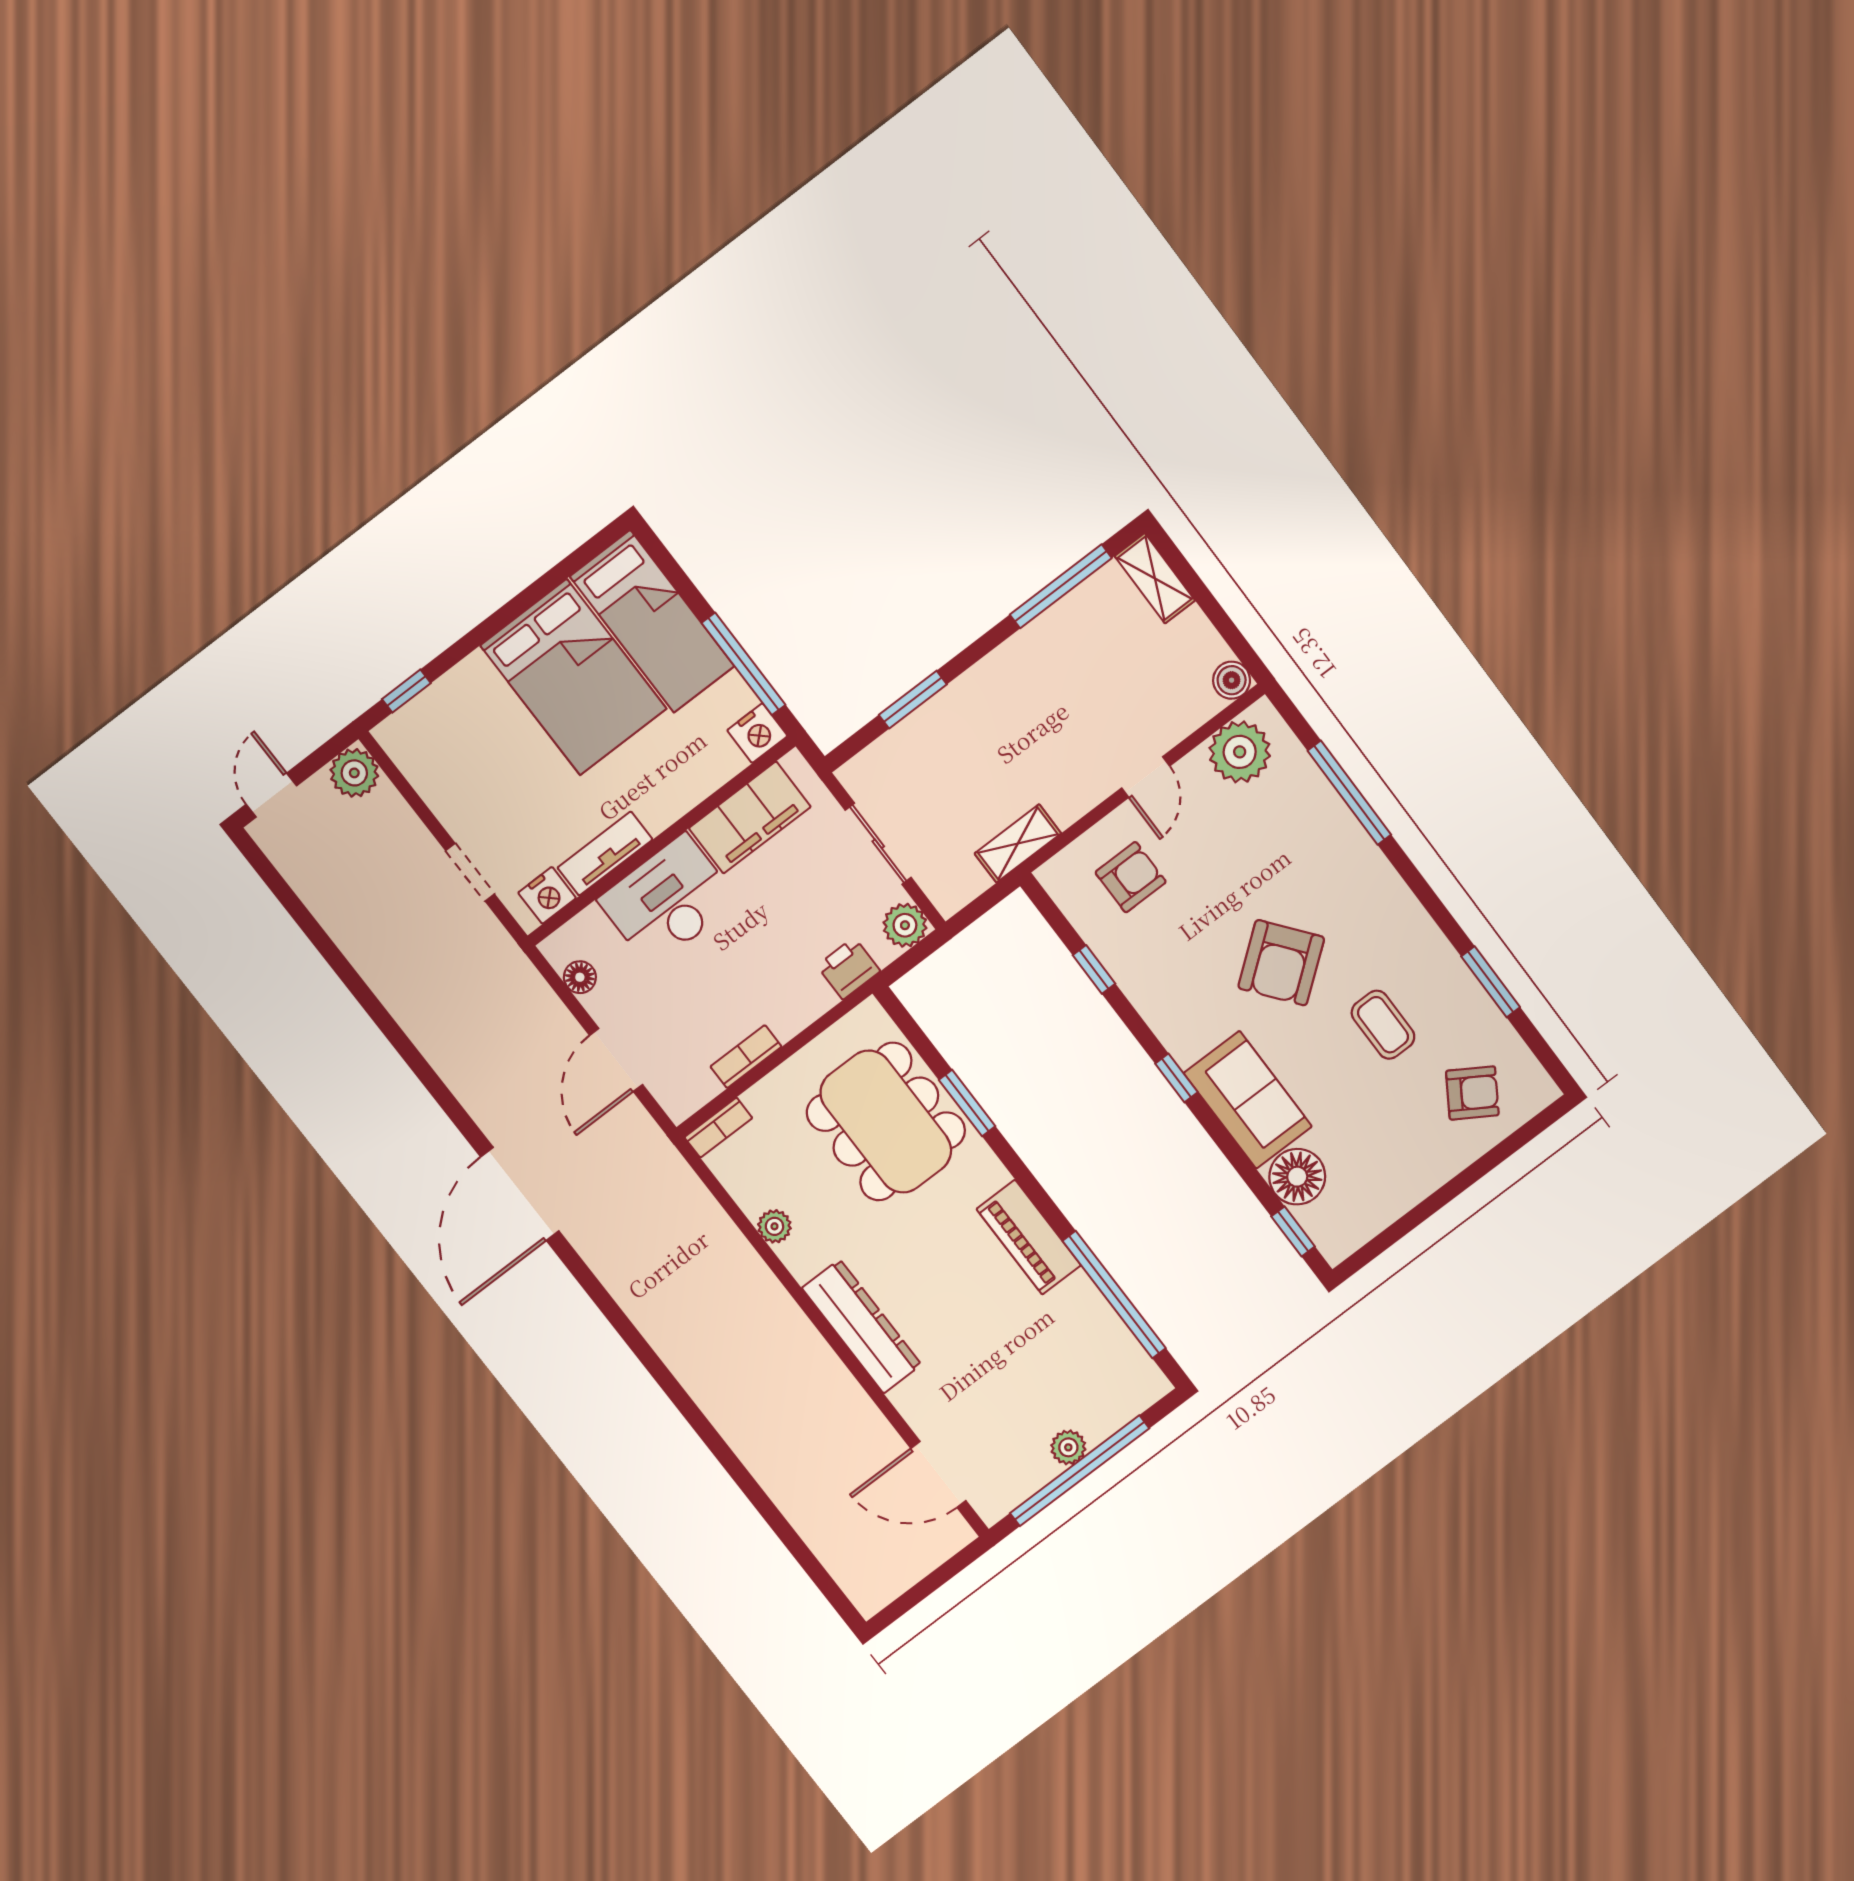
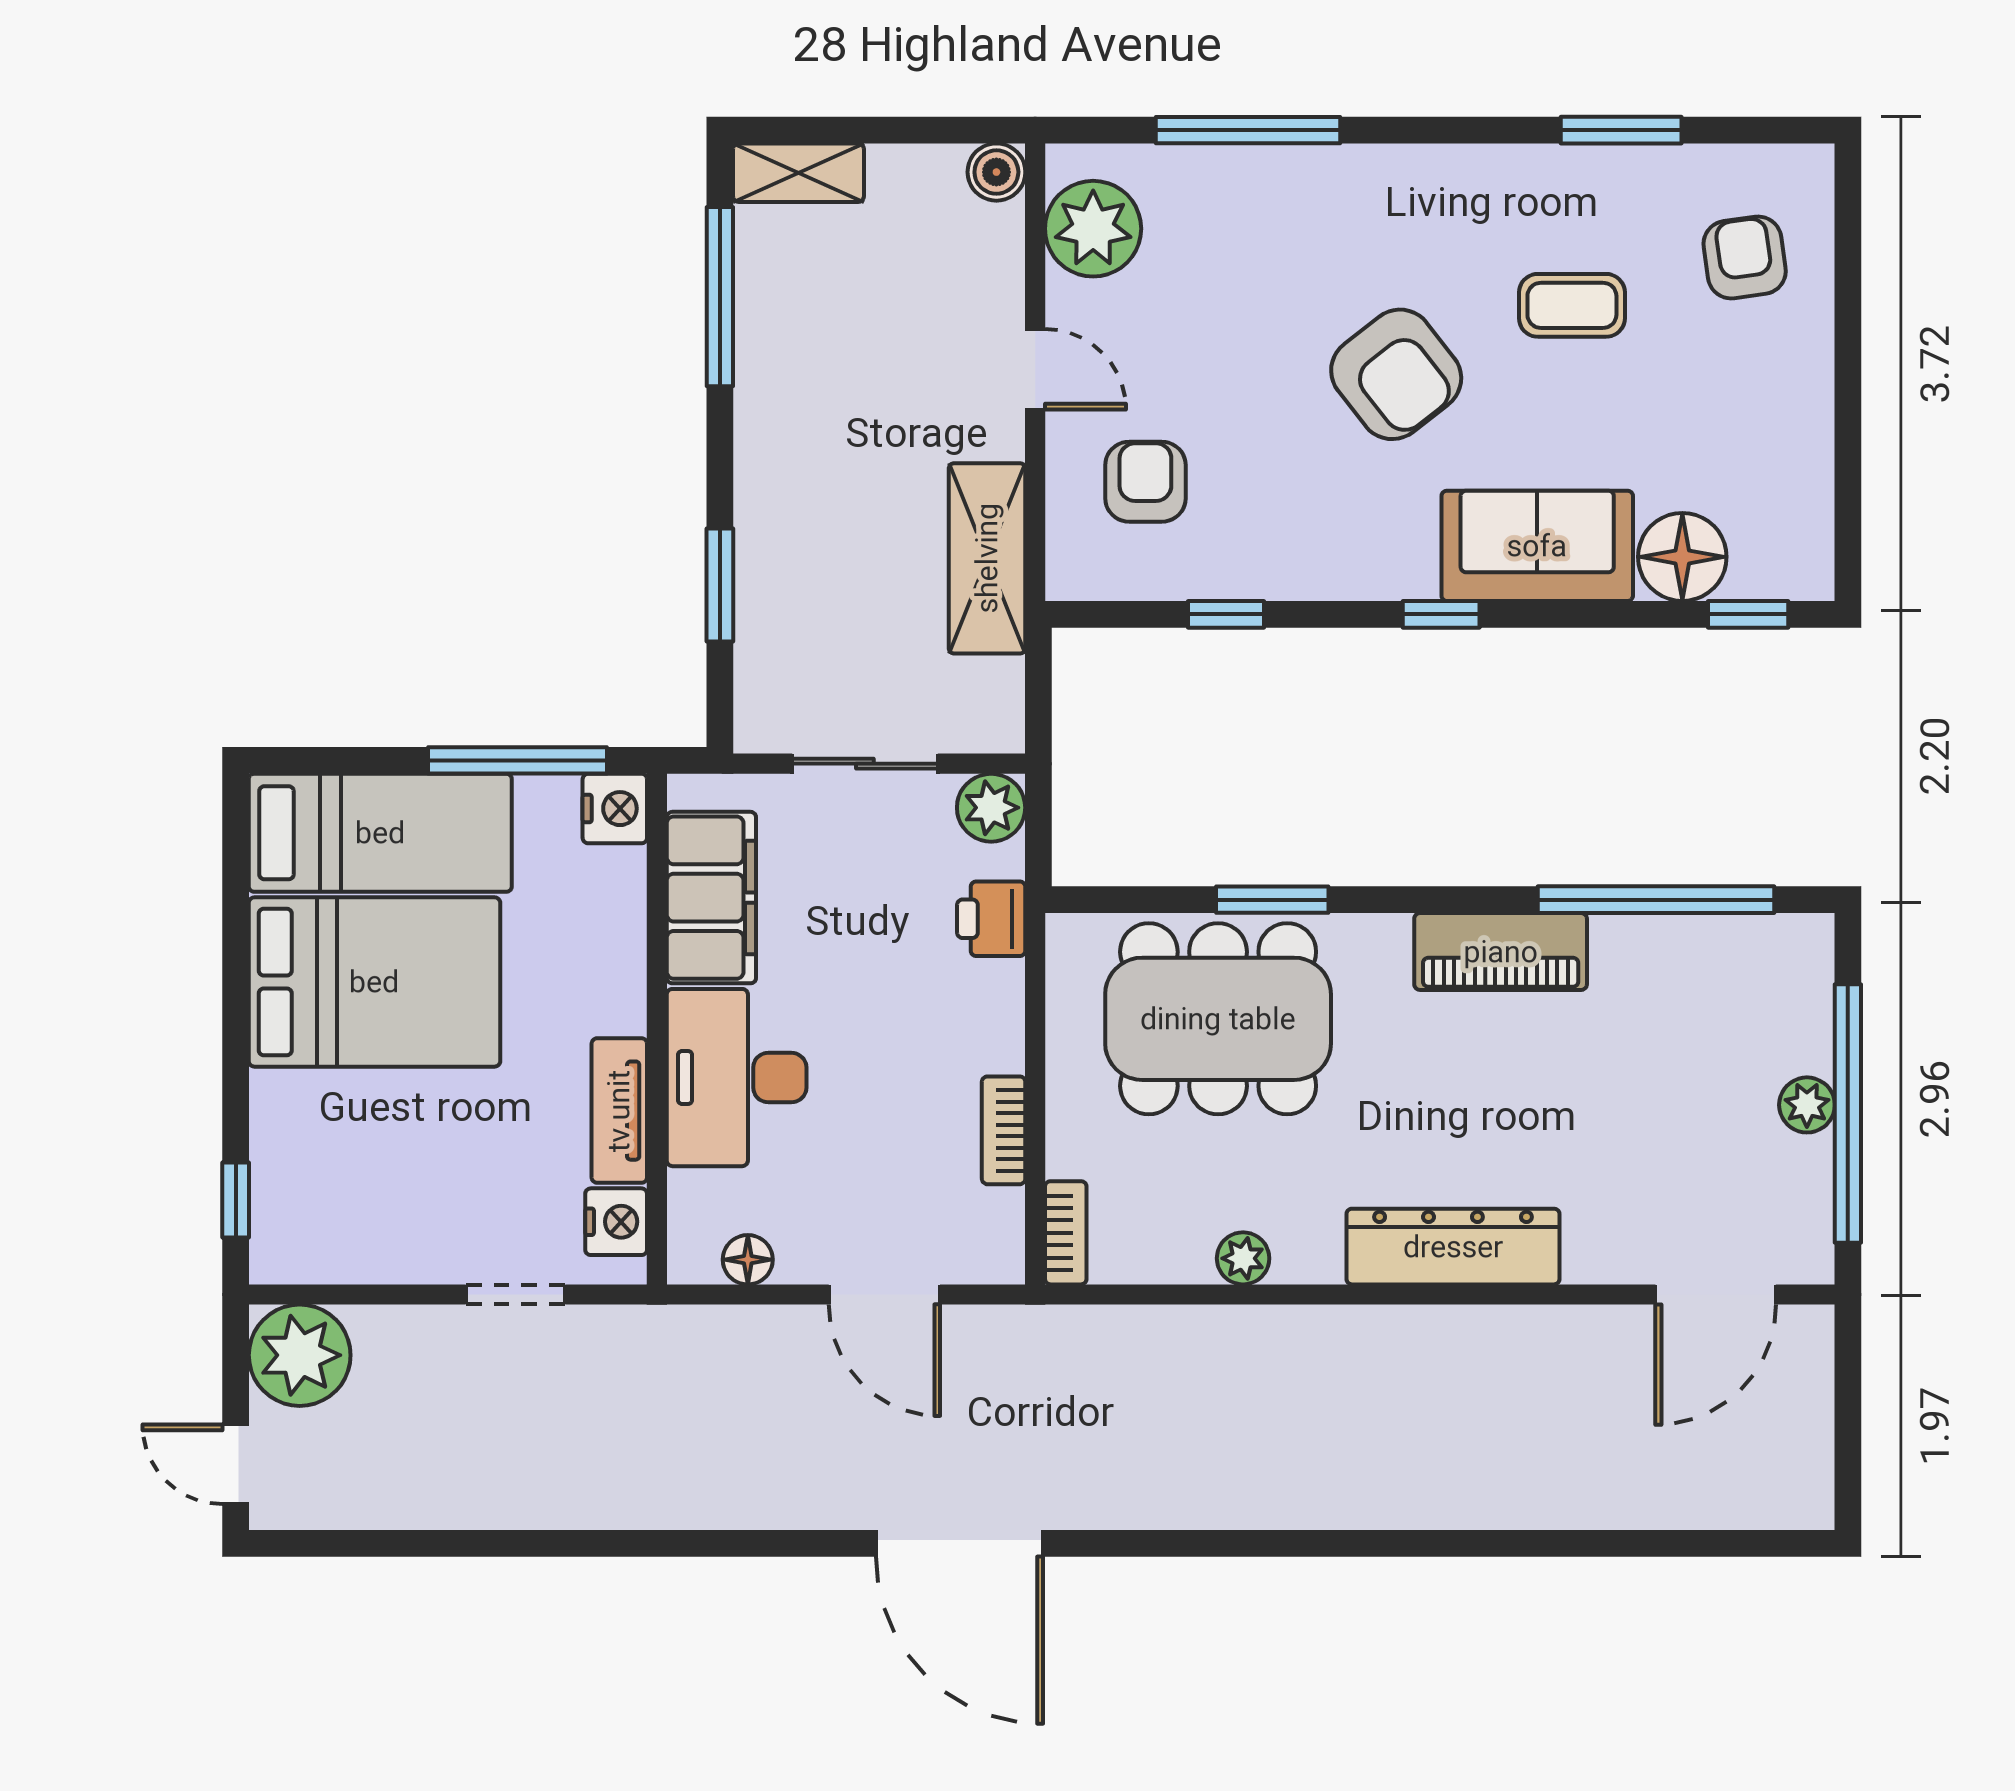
plant: (354, 773) -> (300, 1355), width x1.36, depth x1.36
shelving: (1018, 843) -> (987, 558), width x1.50, depth x1.33
armchair: (1472, 1093) -> (1745, 257), turned -40

